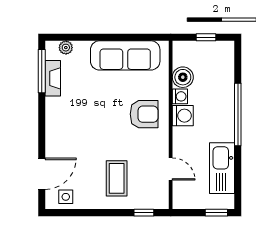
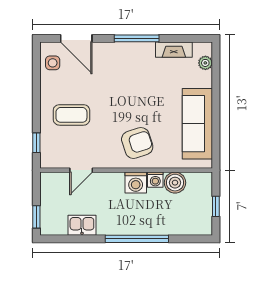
window: (42, 71) -> (137, 38), moved
armchair: (144, 114) -> (137, 143), turned -108
kitchen sink: (222, 168) -> (82, 225), width x0.53, depth x0.81

